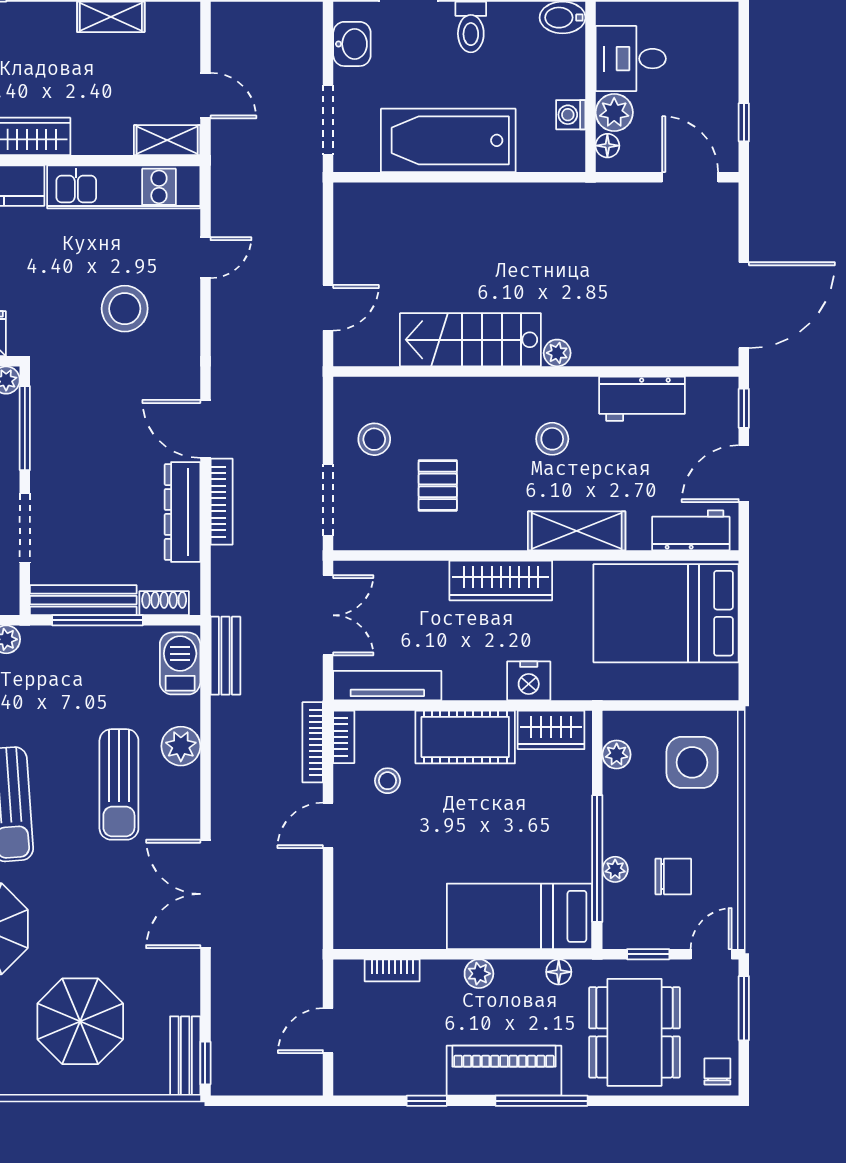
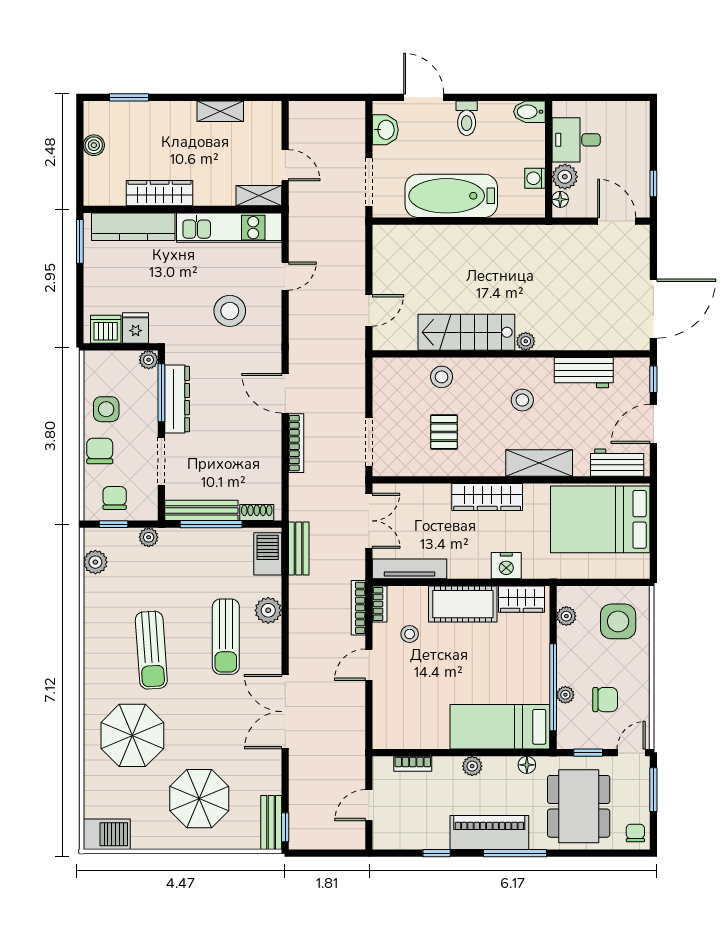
stool: (374, 439) -> (442, 377), moved
dresser: (182, 512) -> (177, 399), moved, turned 180

